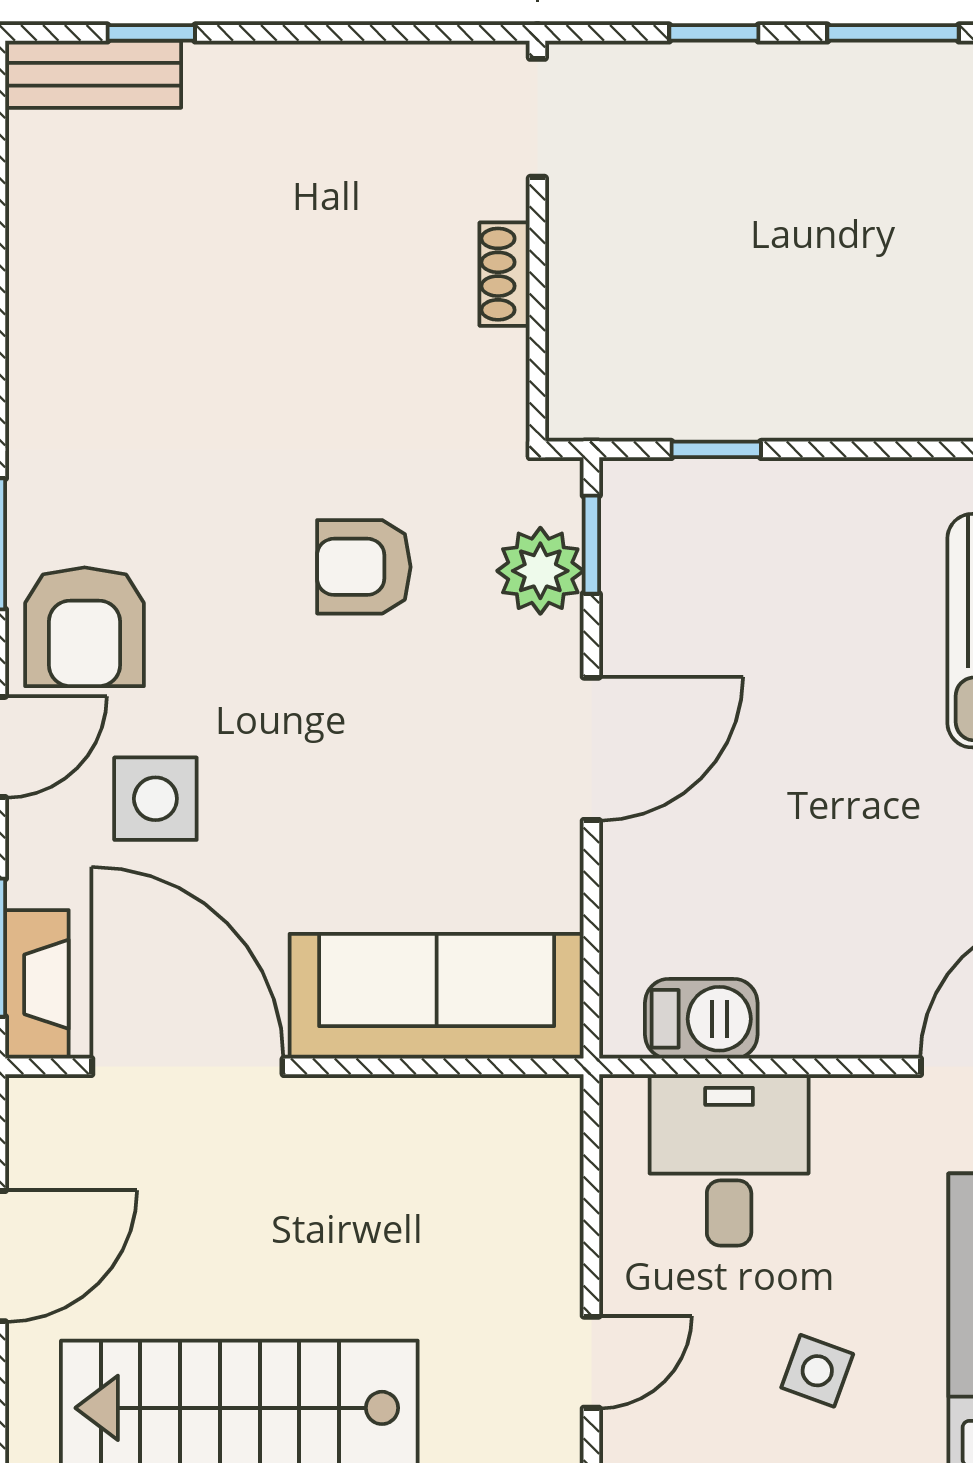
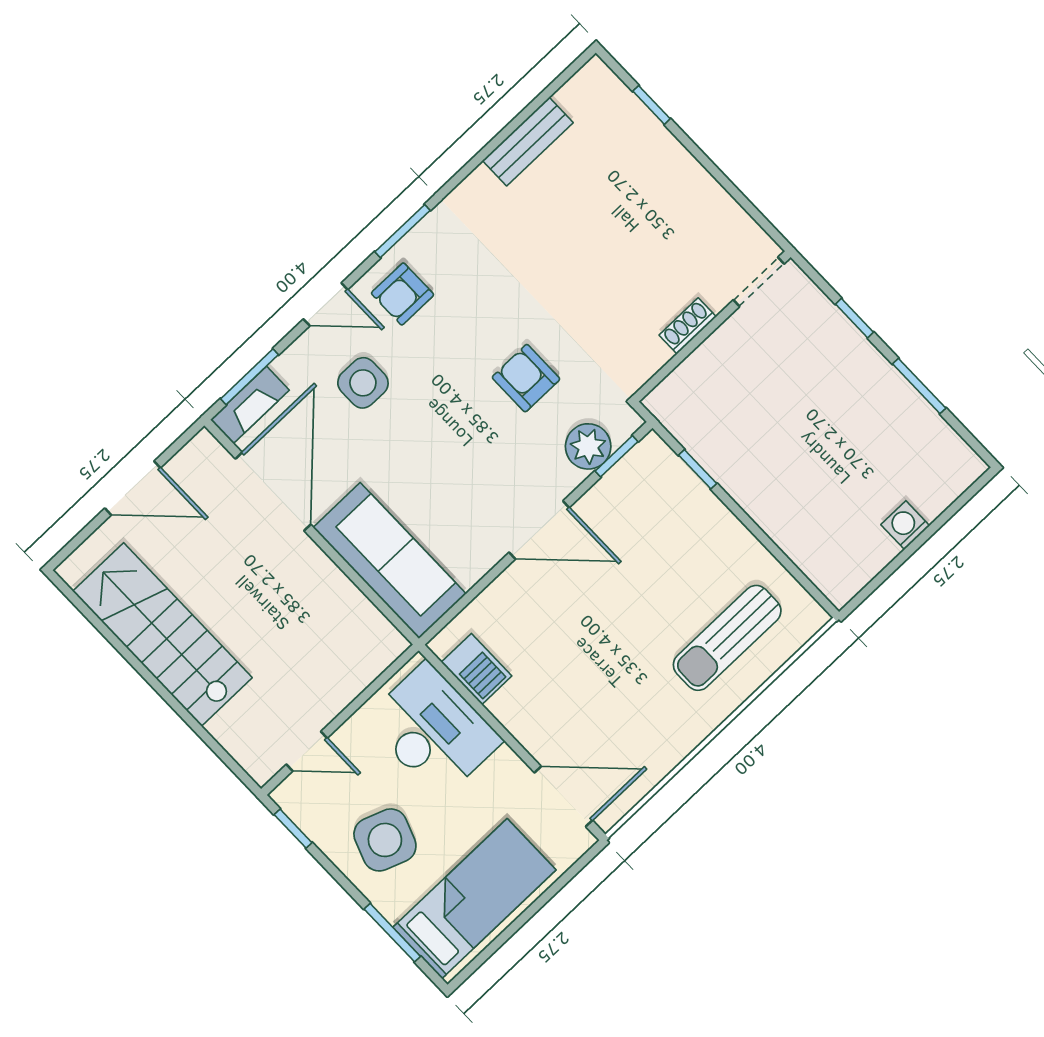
bench: (93, 74) -> (528, 142), moved, turned 90
armchair: (85, 627) -> (403, 294), width x0.72, depth x0.72
desk: (729, 1160) -> (433, 730), width x1.37
side table: (817, 1371) -> (385, 840), width x1.87, depth x1.87

